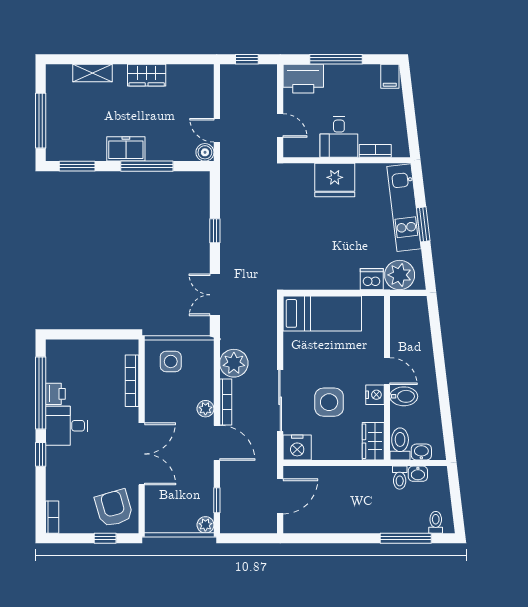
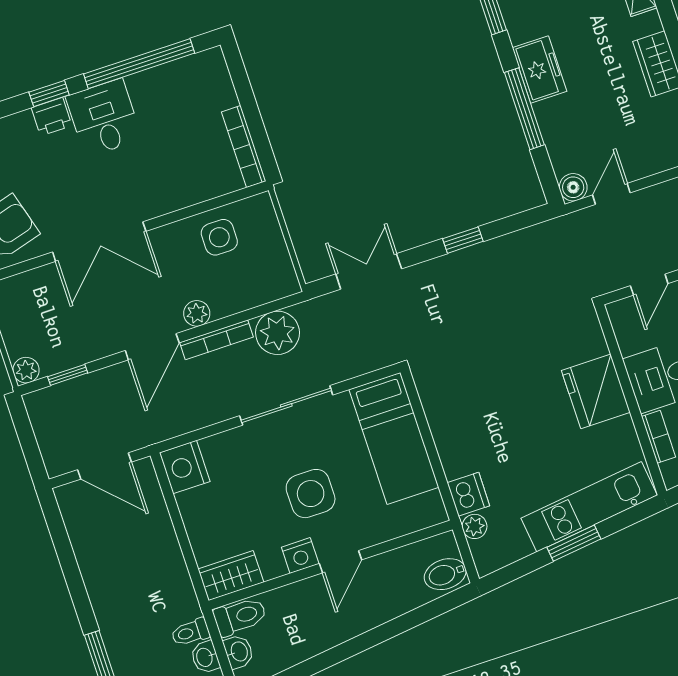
plant: (400, 275) -> (474, 526), width x0.53, depth x0.53
side table: (171, 361) -> (219, 237), moved
bookcase: (132, 381) -> (244, 147), moved, turned -90
printer: (55, 394) -> (52, 117), moved
bidet: (404, 396) -> (445, 574), moved, turned 90
sliding door: (280, 401) -> (286, 405), moved
side table: (329, 402) -> (311, 494), moved

